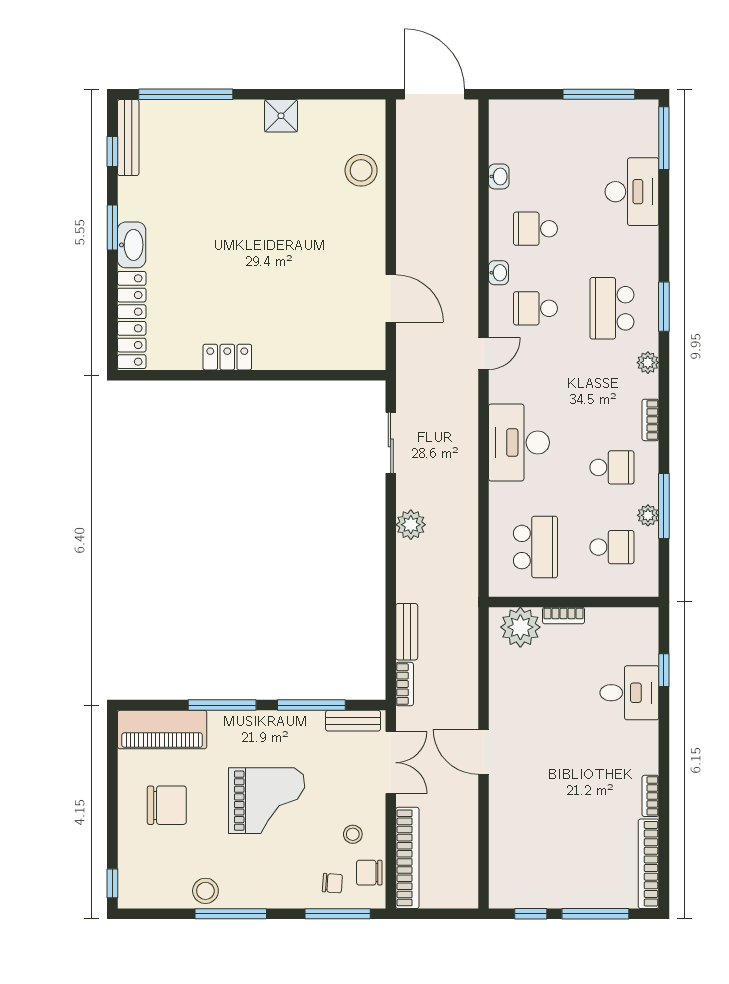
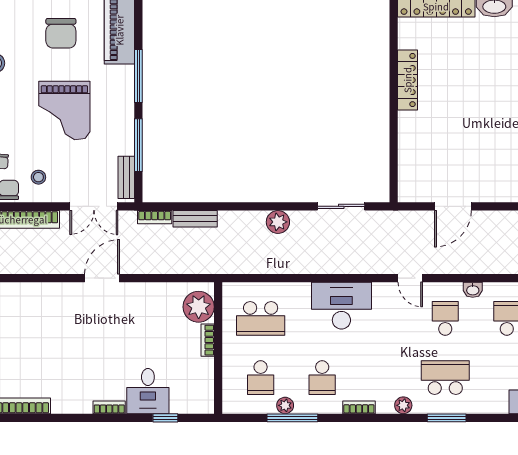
locker: (227, 357) -> (407, 80), width x1.53
bookcase: (650, 796) -> (109, 407), moved

